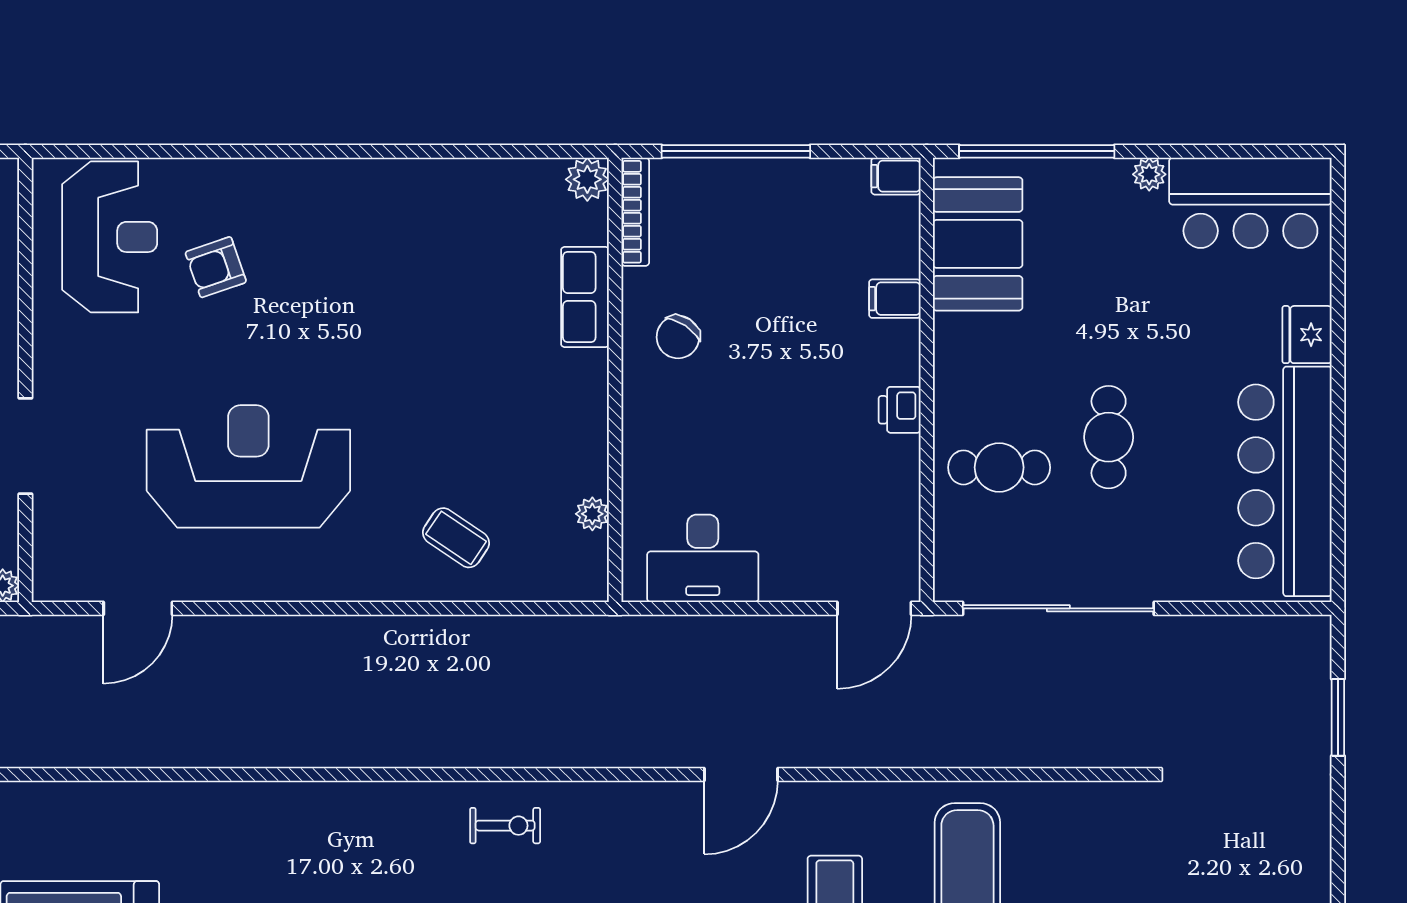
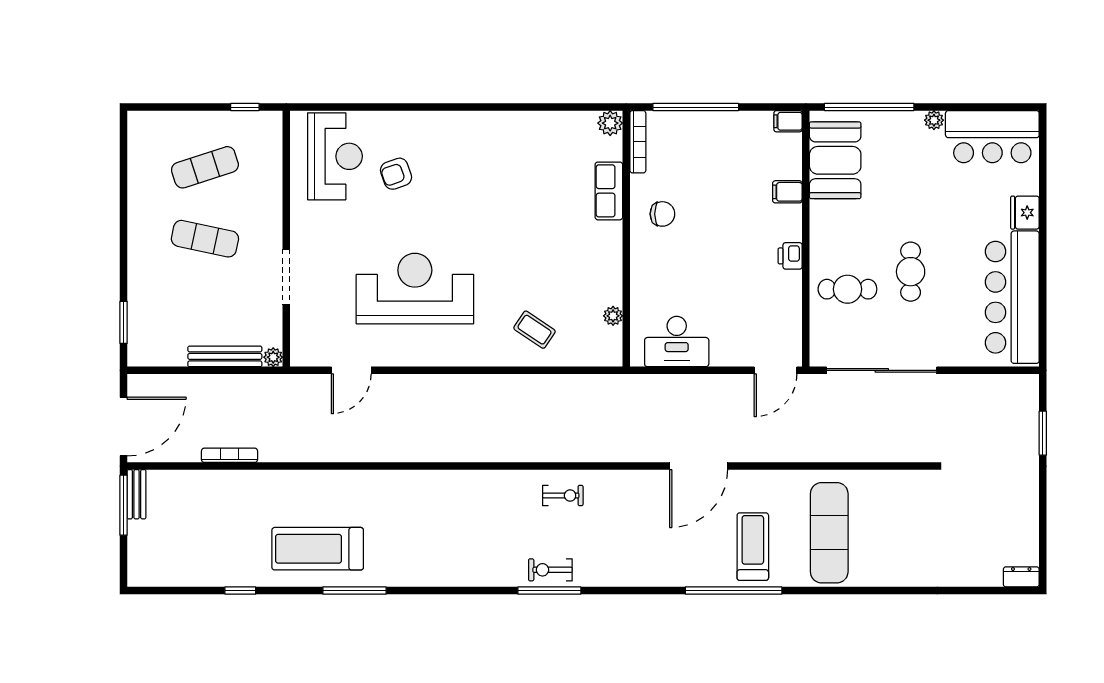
chair: (678, 337) -> (662, 214), turned -124
door: (741, 774) -> (699, 466), width x1.36

